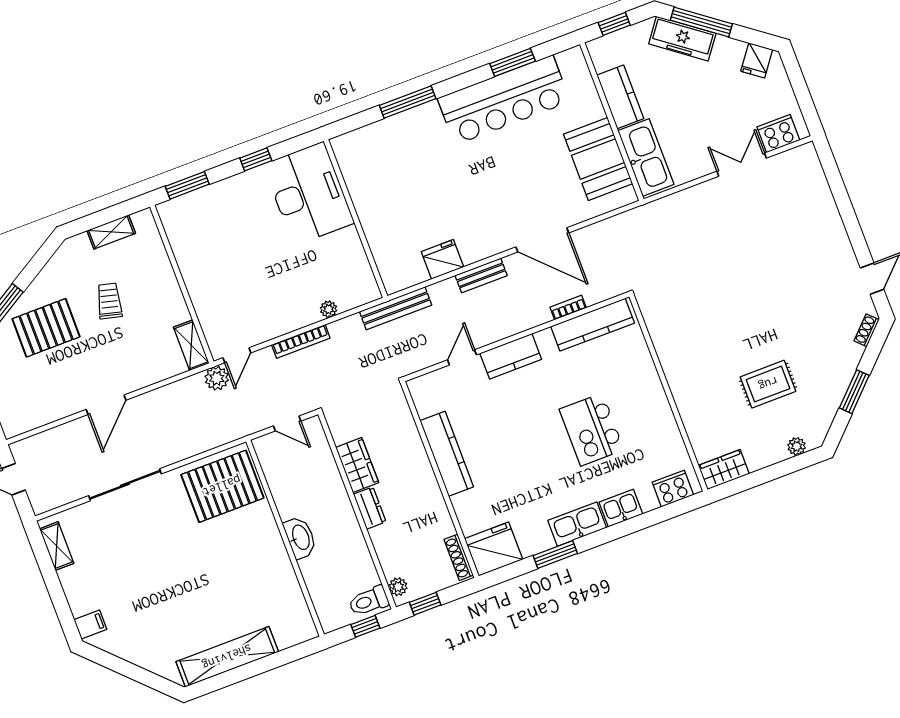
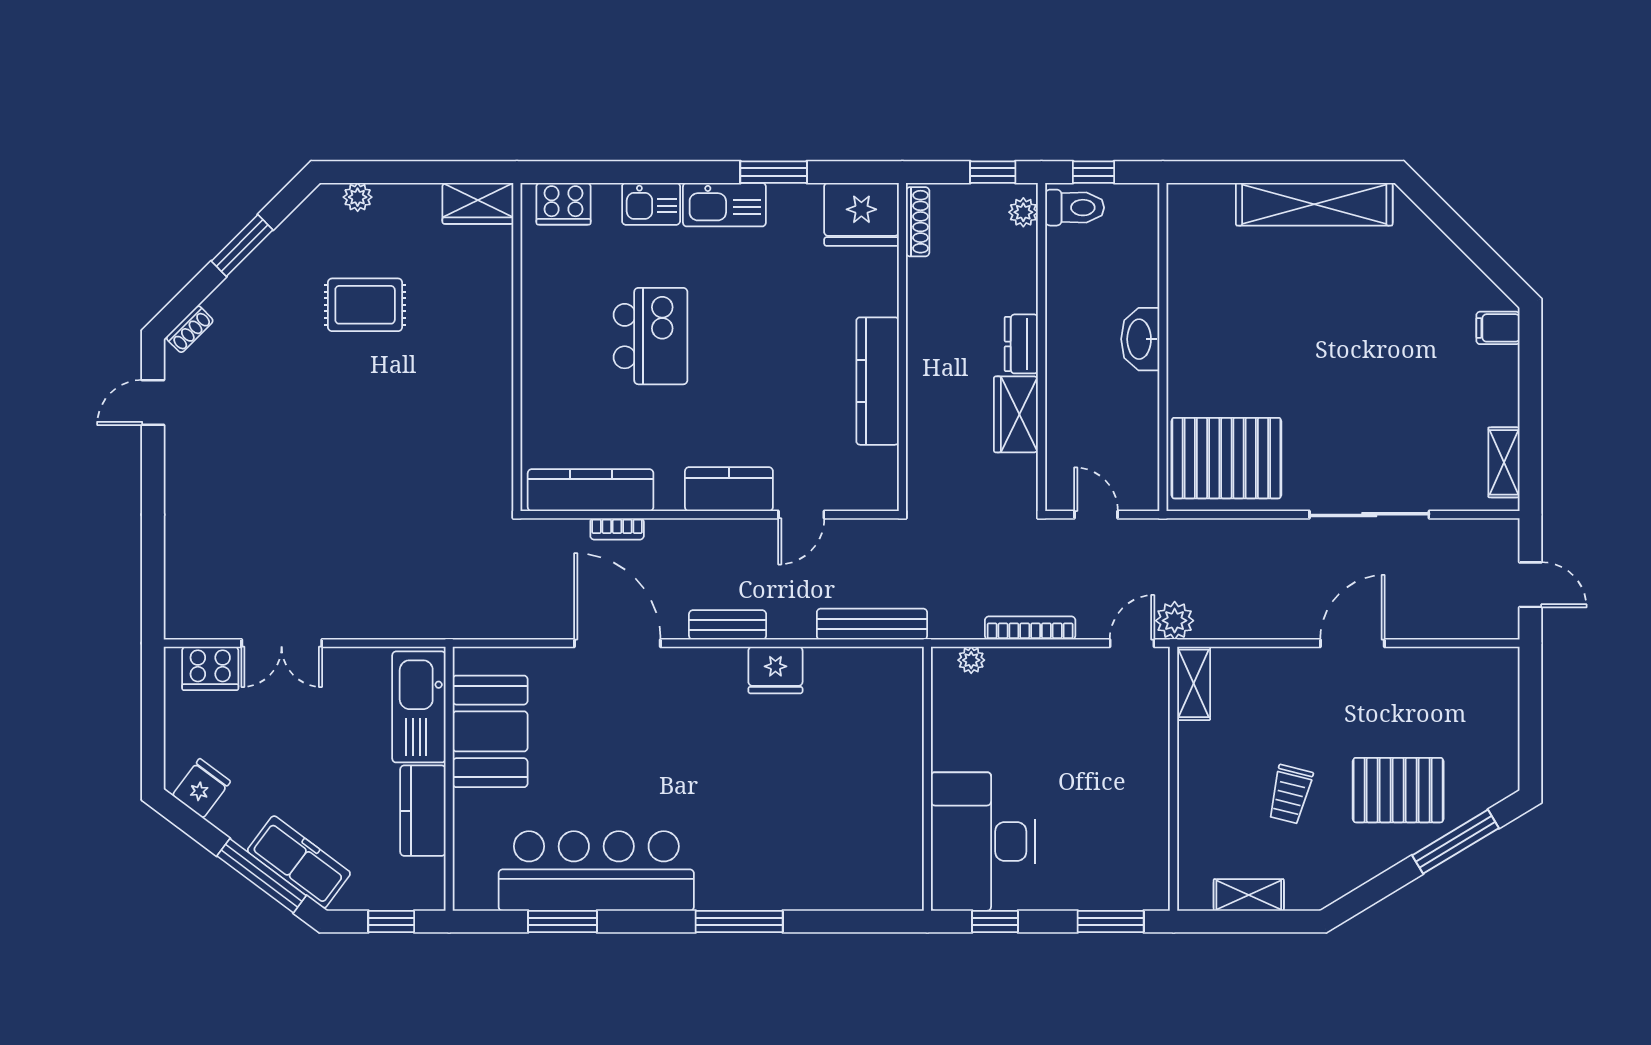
desk: (309, 194) -> (983, 842), moved
wall: (356, 218) -> (927, 779), moved

